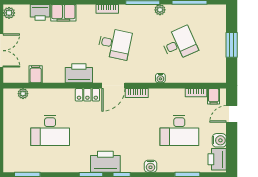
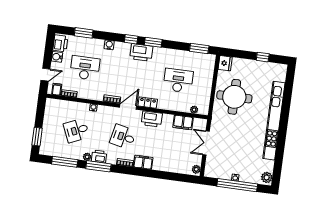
printer: (40, 12) -> (99, 156), moved
filing cabinet: (63, 13) -> (143, 162), moved
window: (232, 45) -> (37, 137), moved
filing cabinet: (36, 74) -> (183, 122), width x2.00

